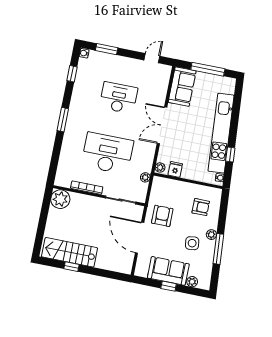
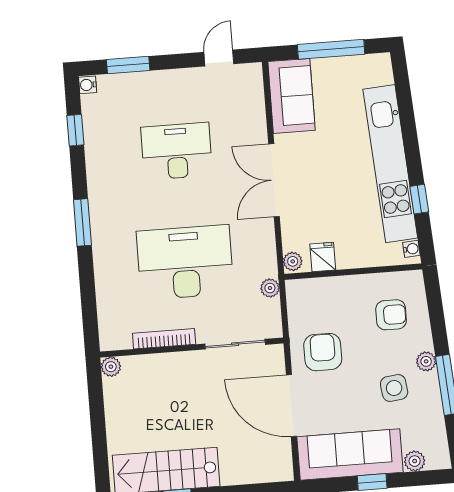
plant: (60, 199) -> (111, 367), width x0.53, depth x0.53
sofa: (168, 271) -> (350, 454), width x1.36

